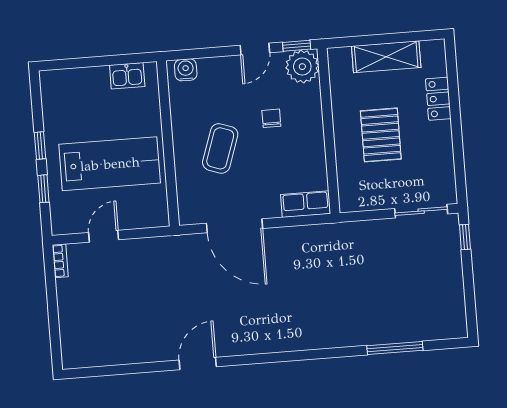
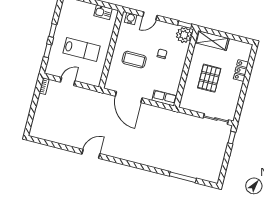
door: (255, 49) -> (150, 16), moved
shelving: (386, 57) -> (212, 41), moved
coffee table: (220, 148) -> (134, 60), turned 71
lab bench: (110, 164) -> (82, 50), width x0.73, depth x0.72

